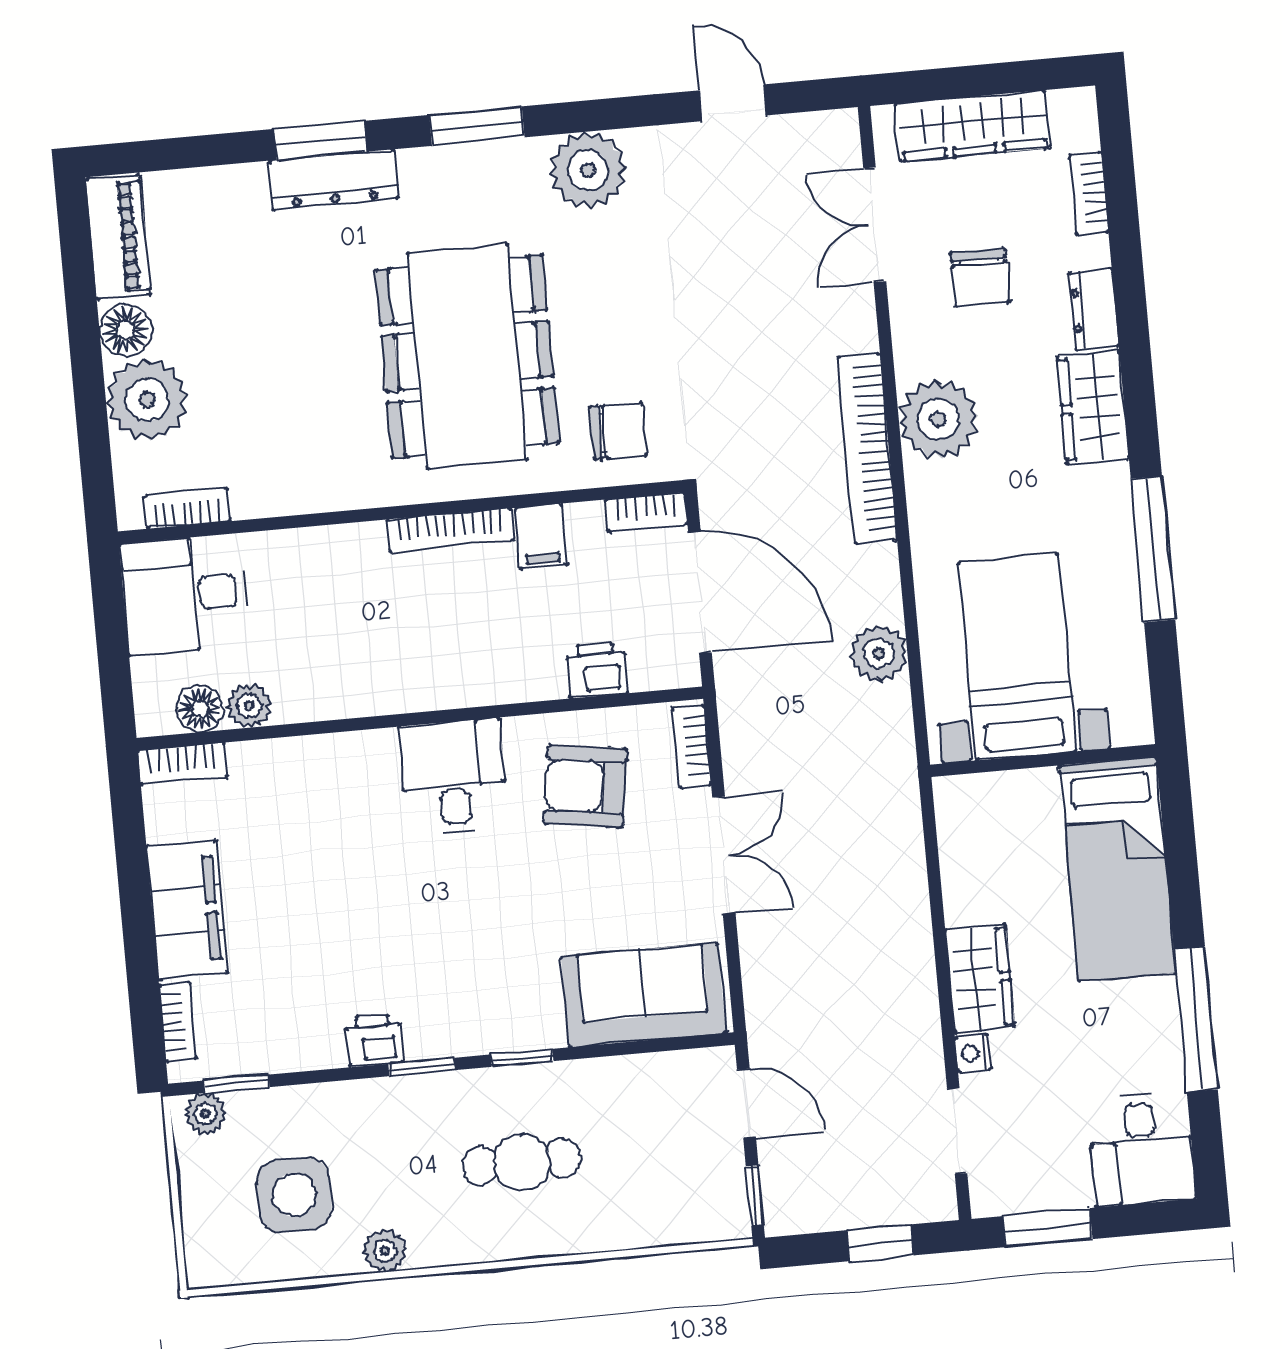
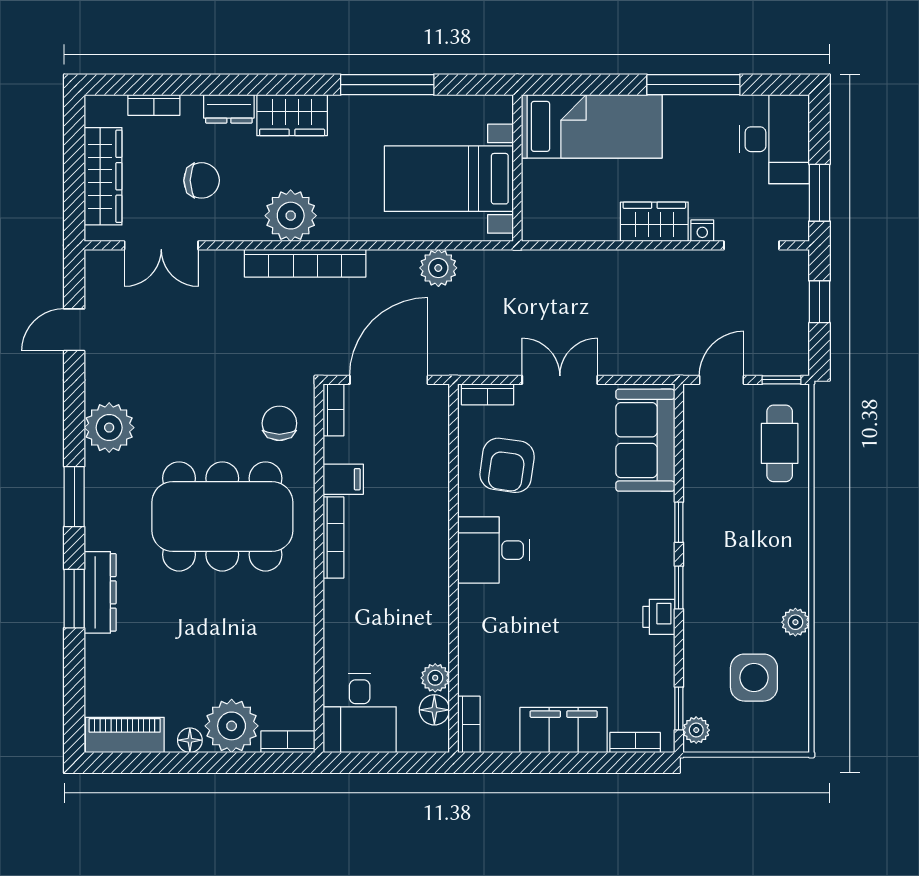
floor lamp: (126, 330) -> (190, 740), width x0.73, depth x0.73
bookcase: (187, 508) -> (288, 742), moved, turned 90
printer: (597, 670) -> (432, 451), removed
desk: (1142, 1149) -> (774, 139), width x1.37
cafe table: (521, 1162) -> (780, 443), moved

